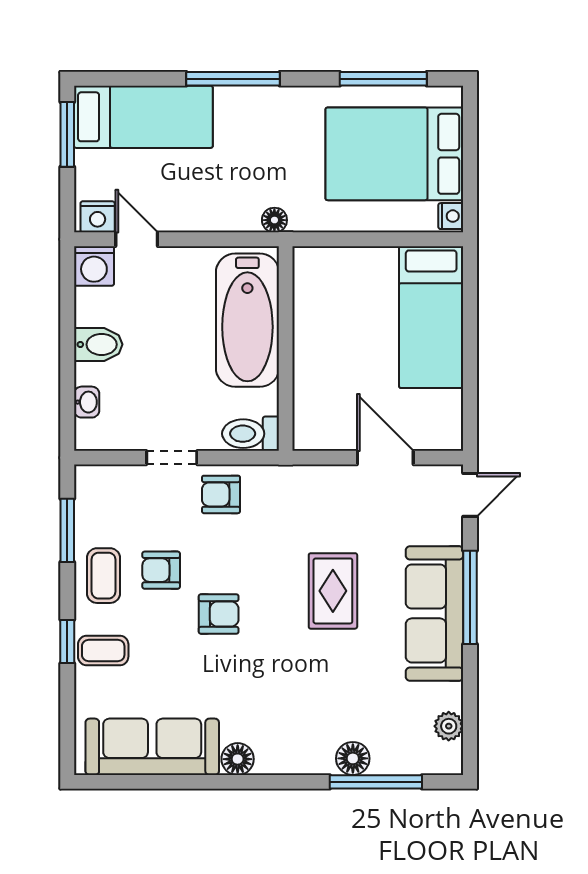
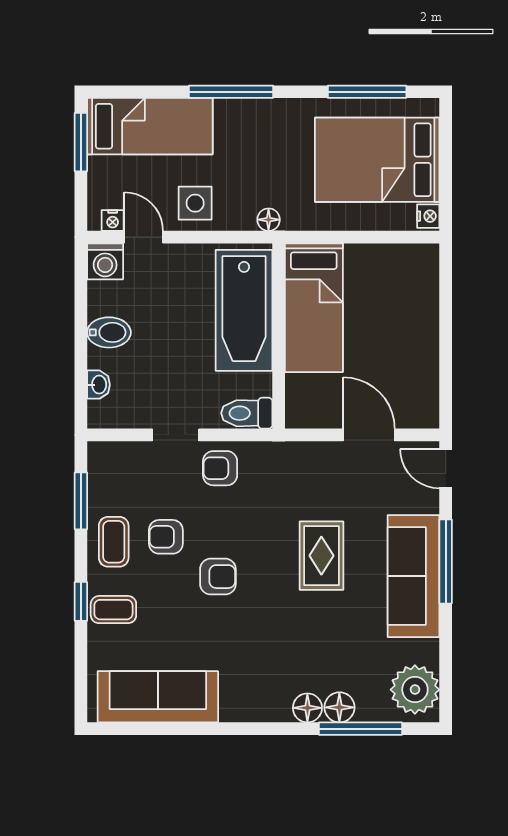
side table: (193, 202) -> (195, 203), added
nightstand: (98, 217) -> (113, 220), width x0.72, depth x0.74
bed: (431, 317) -> (314, 308), moved
door: (470, 495) -> (446, 469), swing flipped
plant: (449, 726) -> (415, 690), width x1.88, depth x1.88
floor lamp: (238, 759) -> (307, 708), moved

